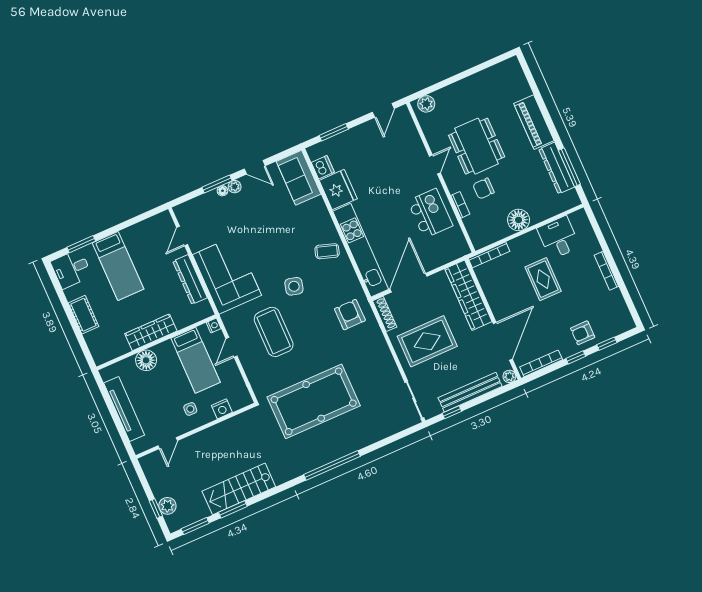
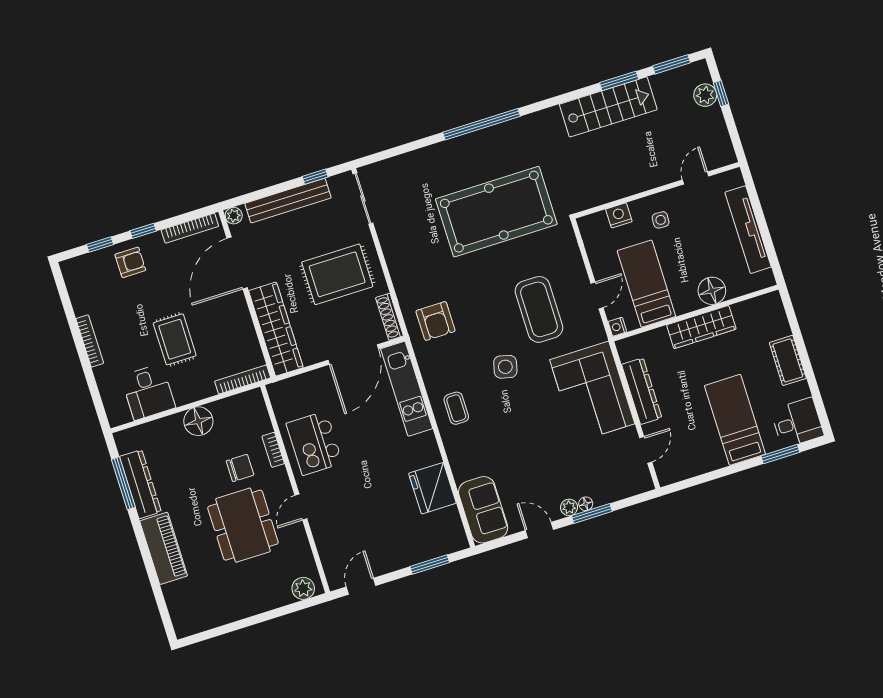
dishwasher: (323, 167) -> (450, 520), removed
kitchen unit: (361, 250) -> (407, 389), width x0.73
coffee table: (327, 251) -> (456, 408), turned 72

